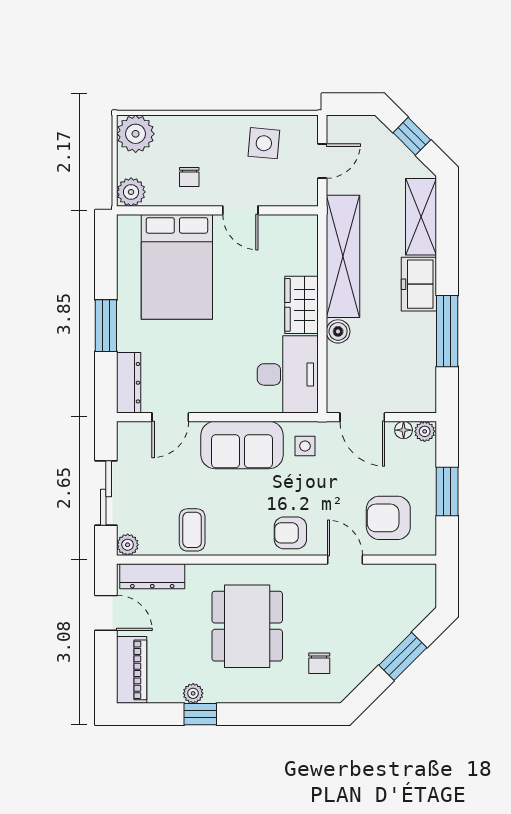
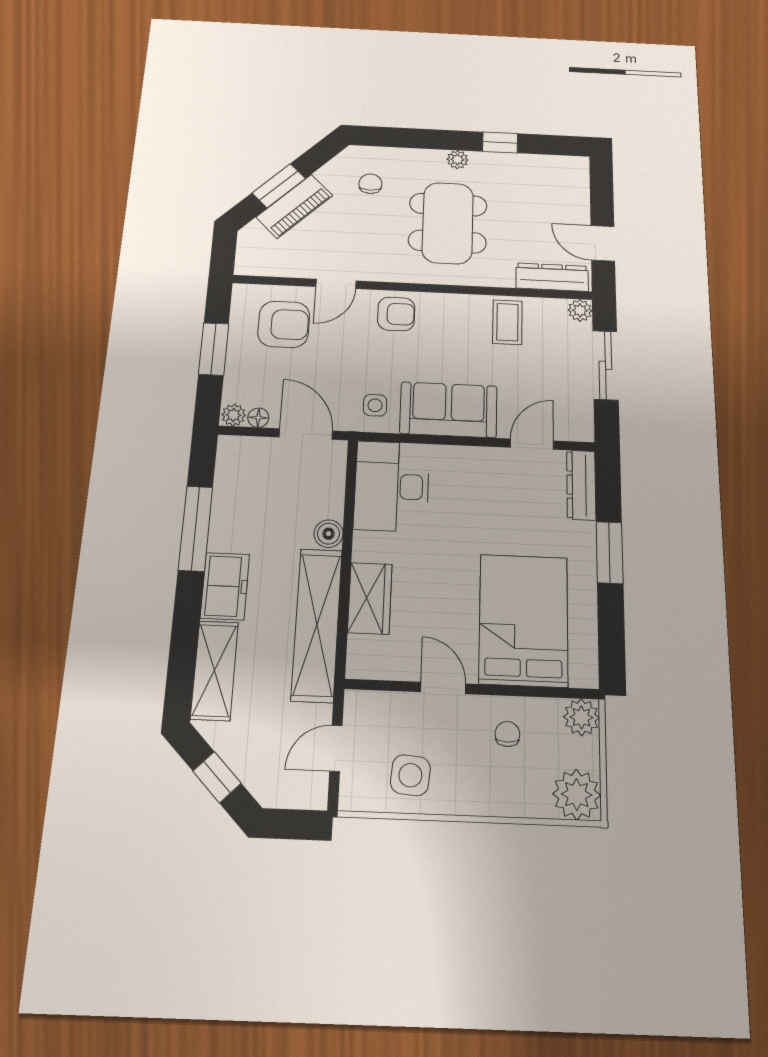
wardrobe: (302, 305) -> (370, 598), moved
door: (345, 560) -> (336, 284), hinge flipped
piano: (132, 670) -> (294, 206), moved, turned -135
plant: (193, 693) -> (457, 160), moved

